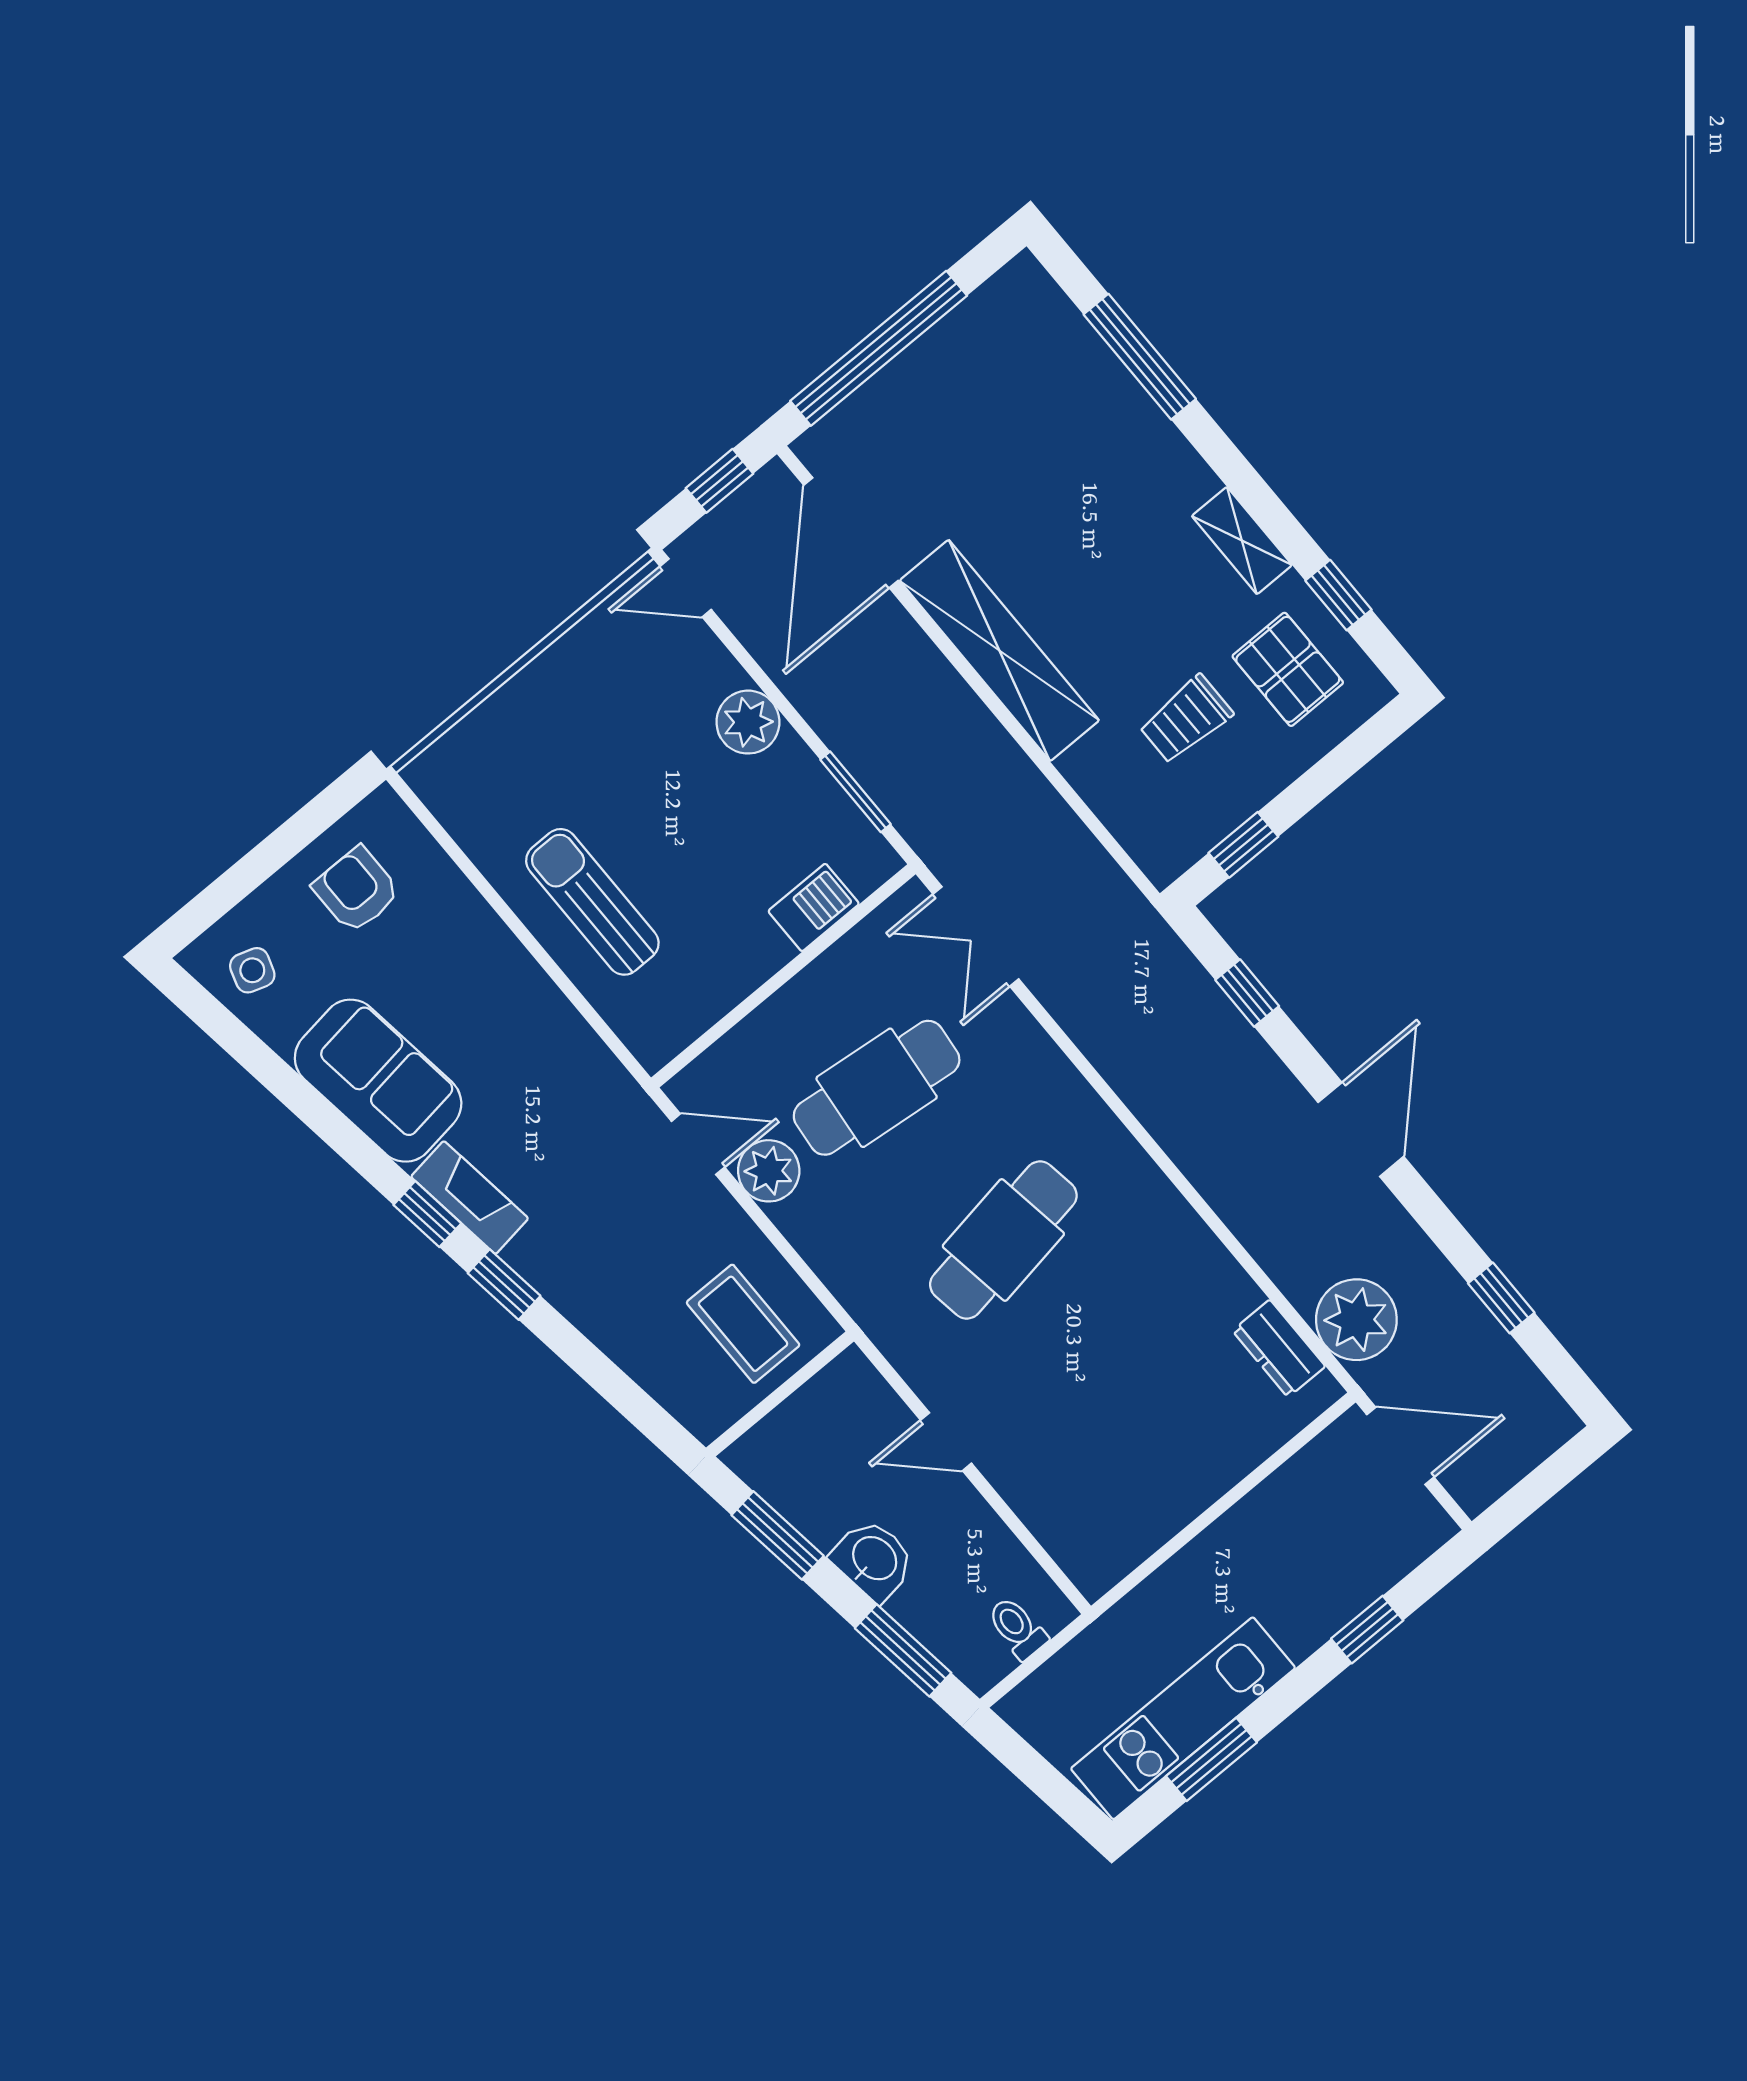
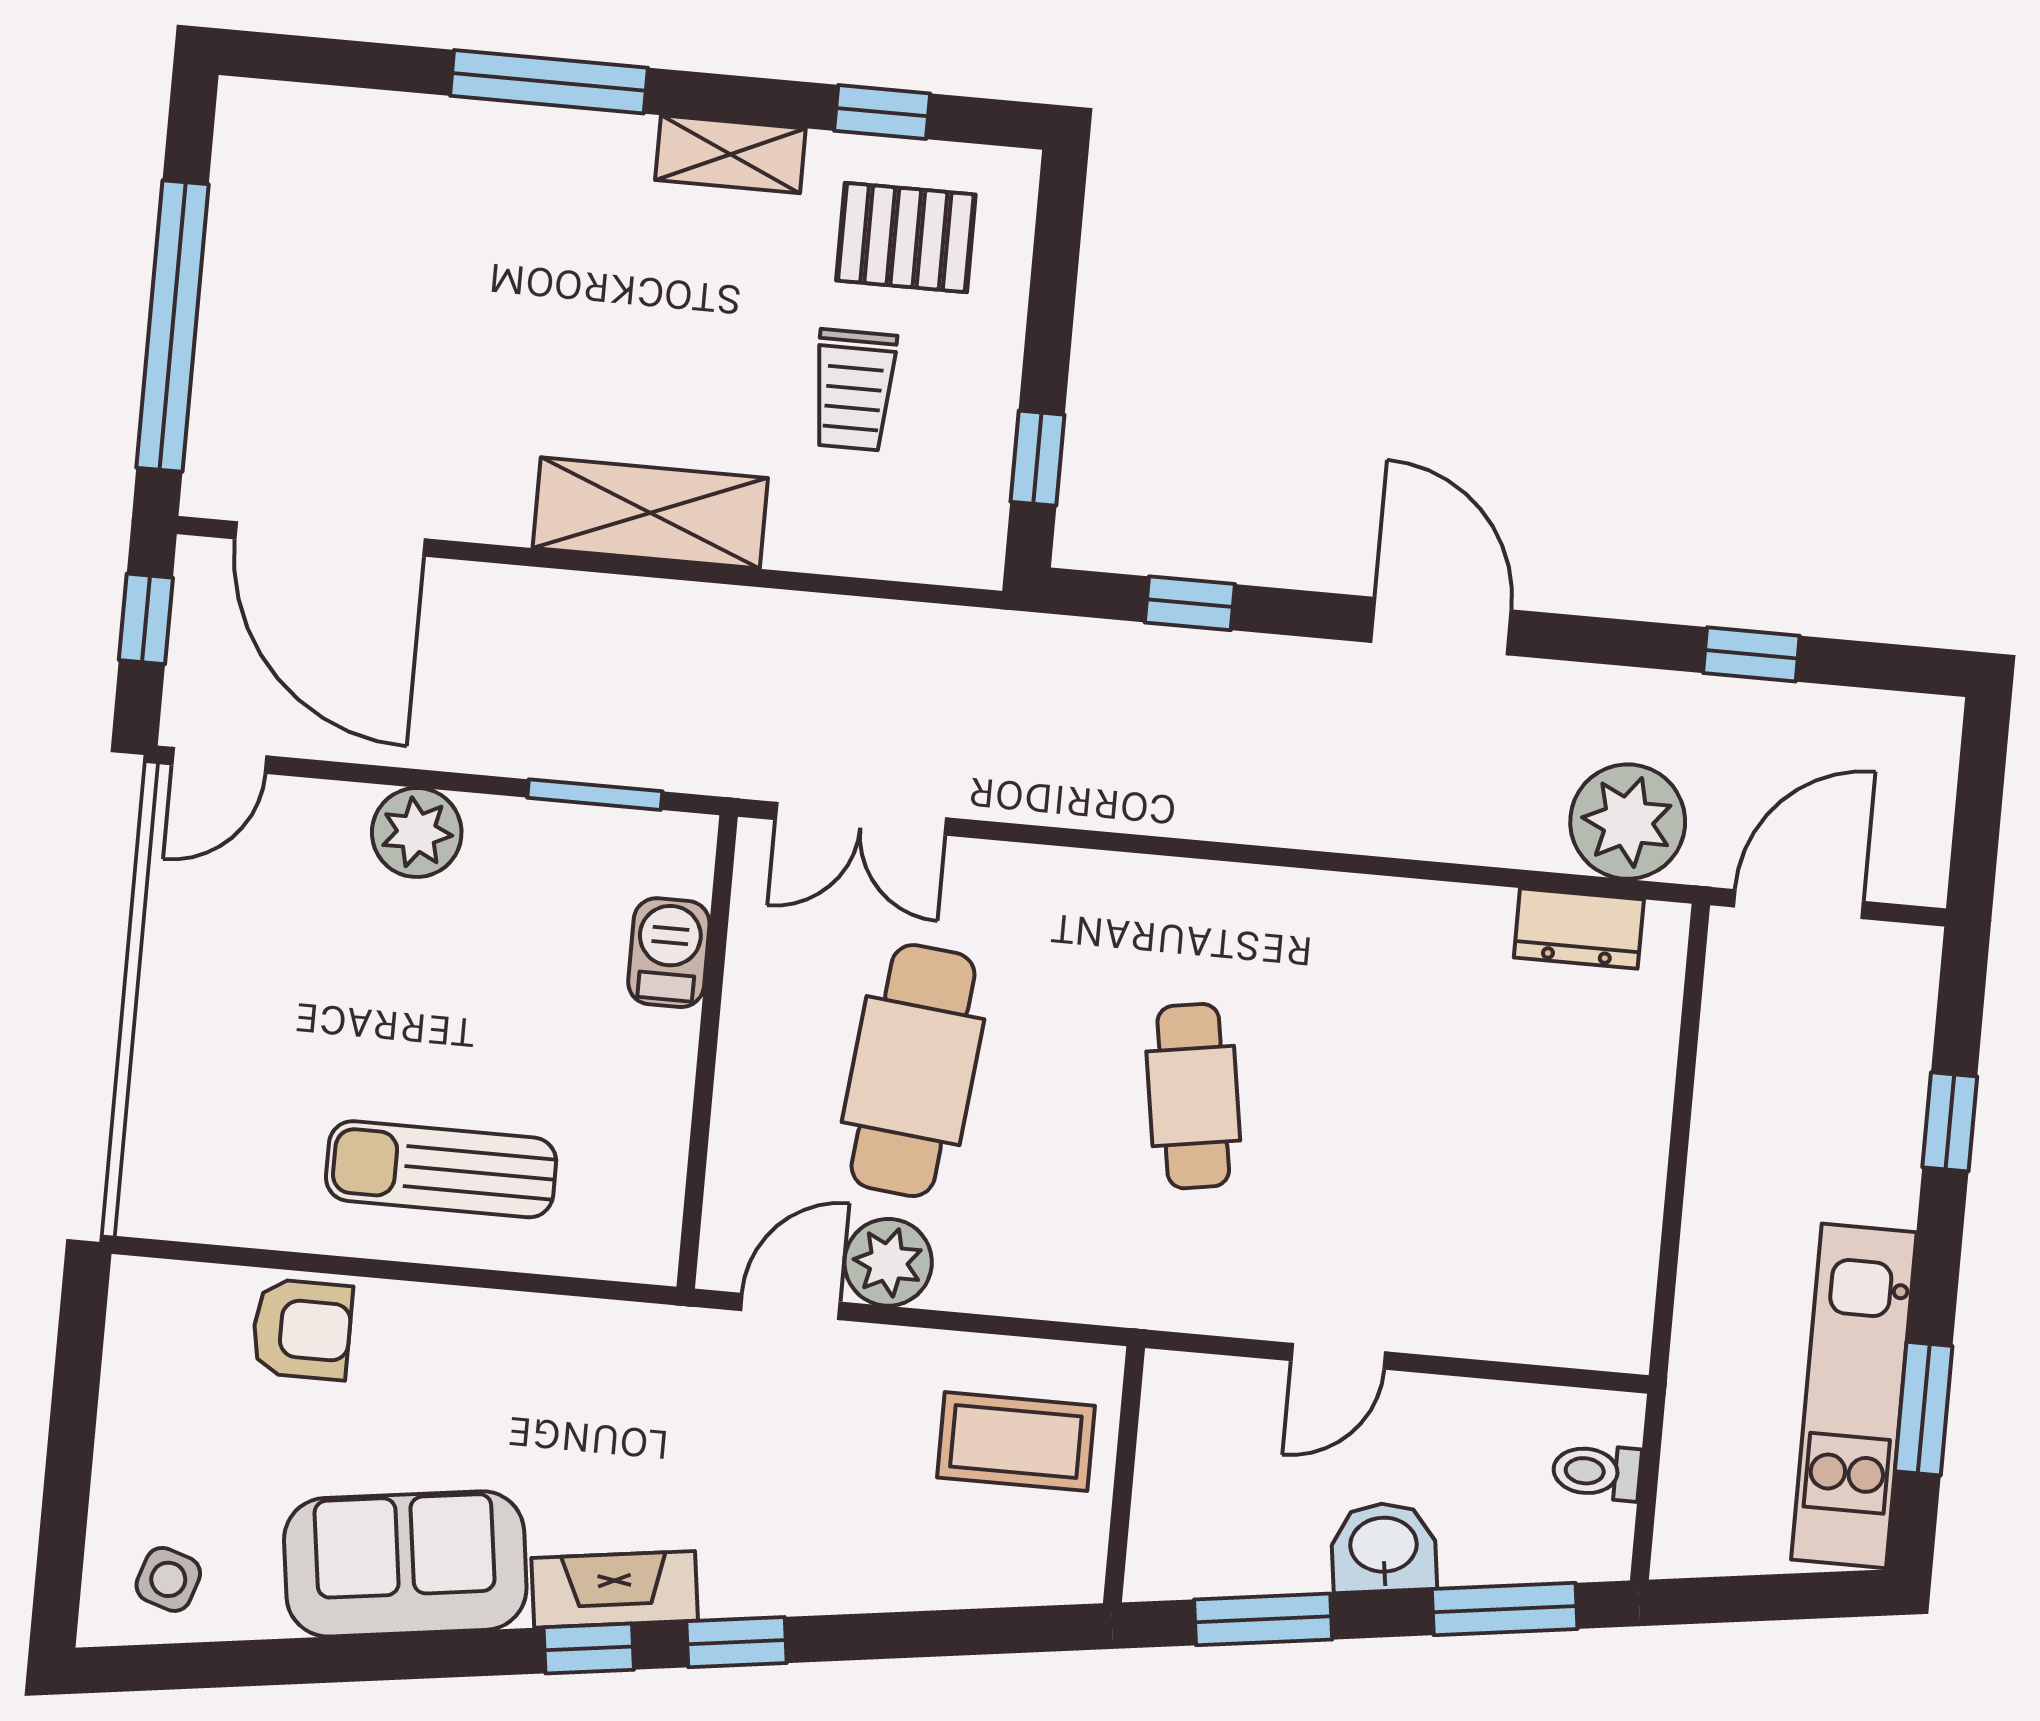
window: (1140, 357) -> (549, 82), moved
shelving: (999, 650) -> (650, 513), width x0.68
armchair: (357, 890) -> (302, 1329), moved, turned 180
cafe table: (1003, 1240) -> (1193, 1096), width x0.73, depth x0.74

